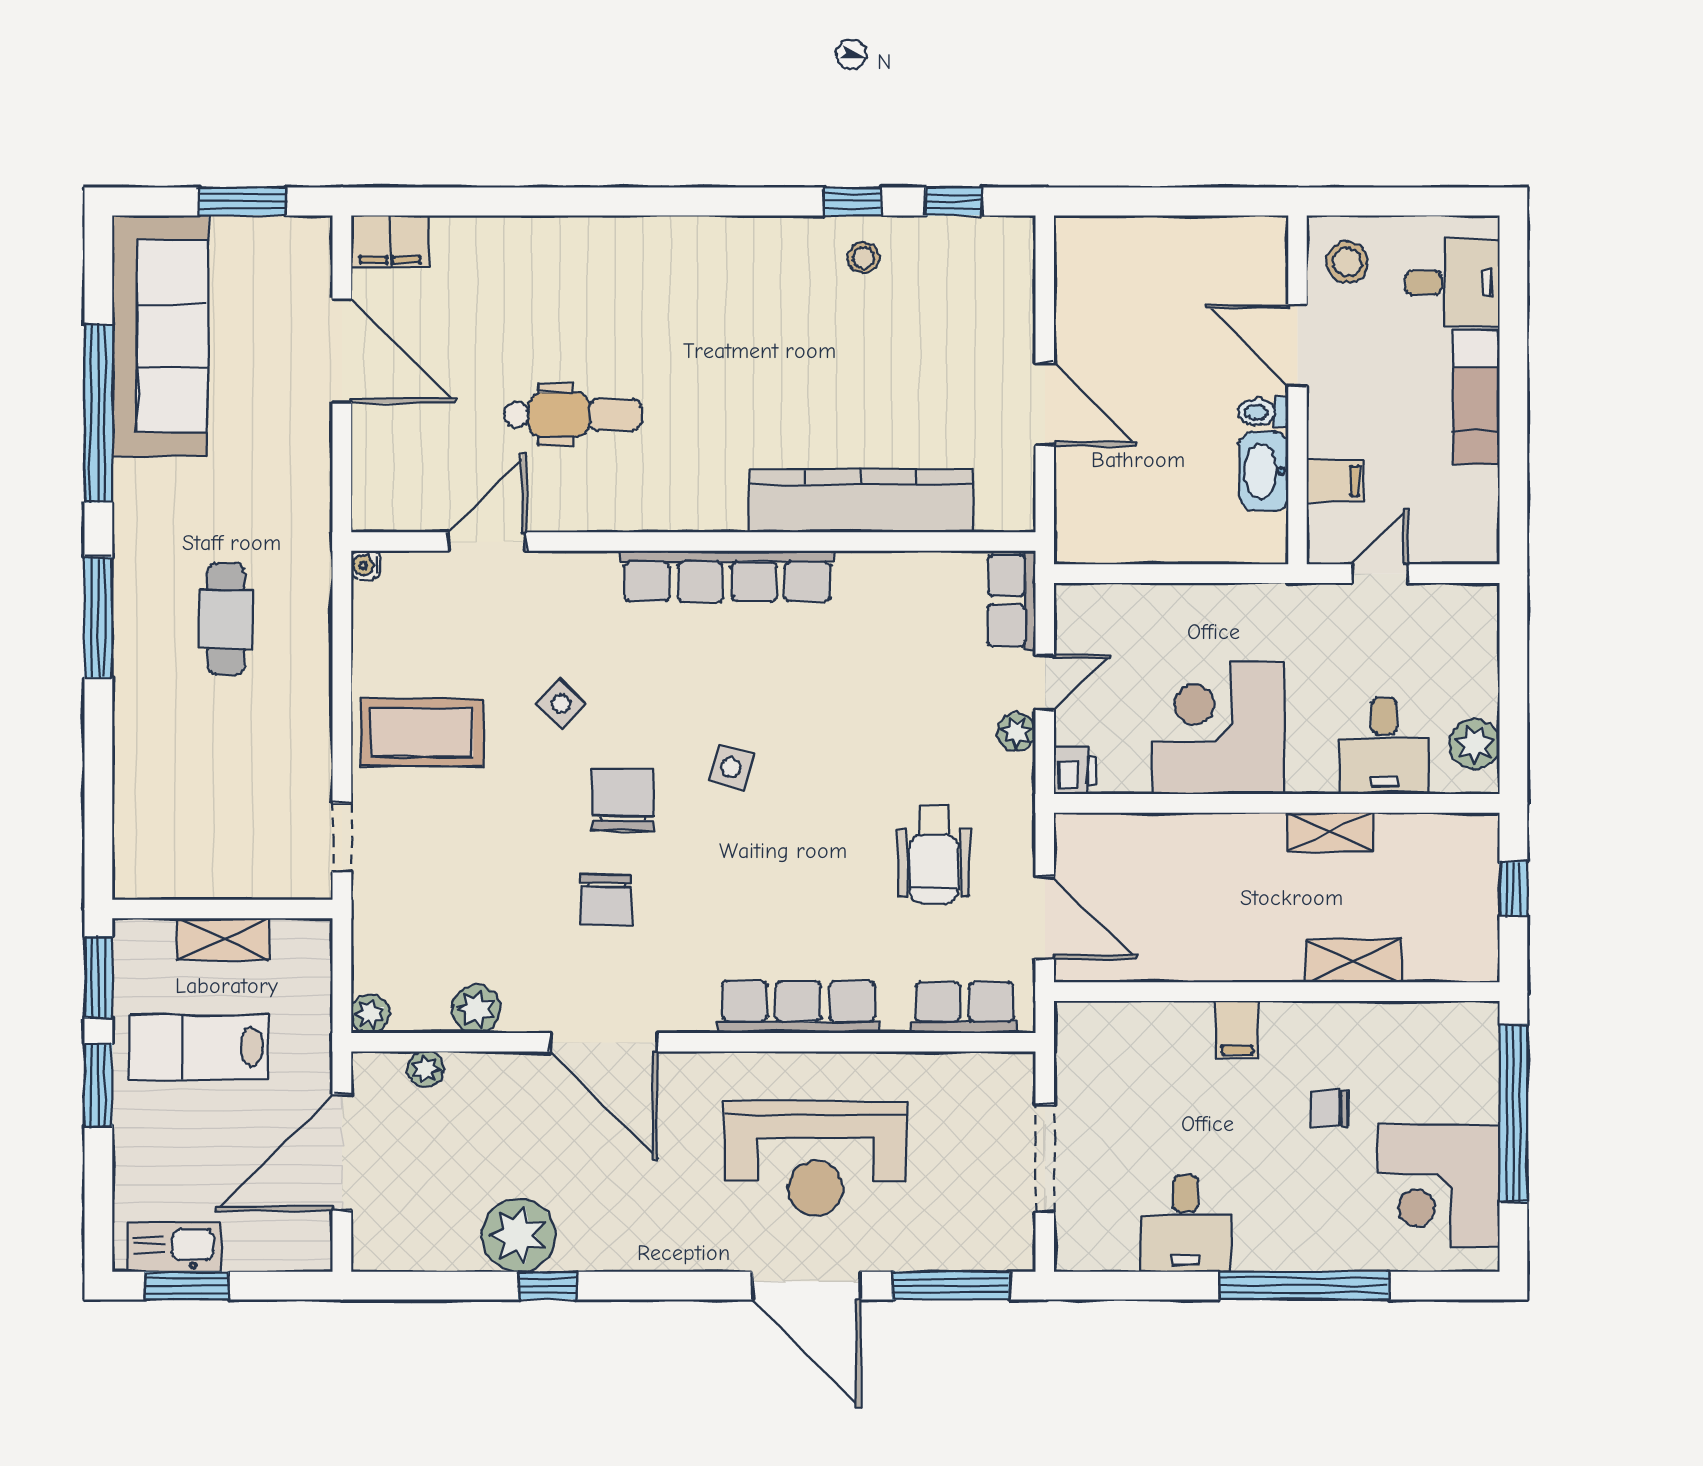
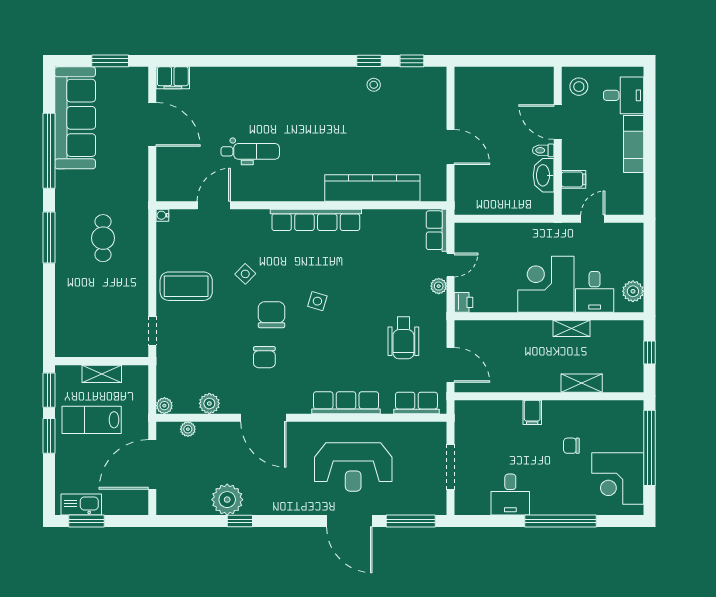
corner desk: (1218, 728) -> (546, 284), moved

